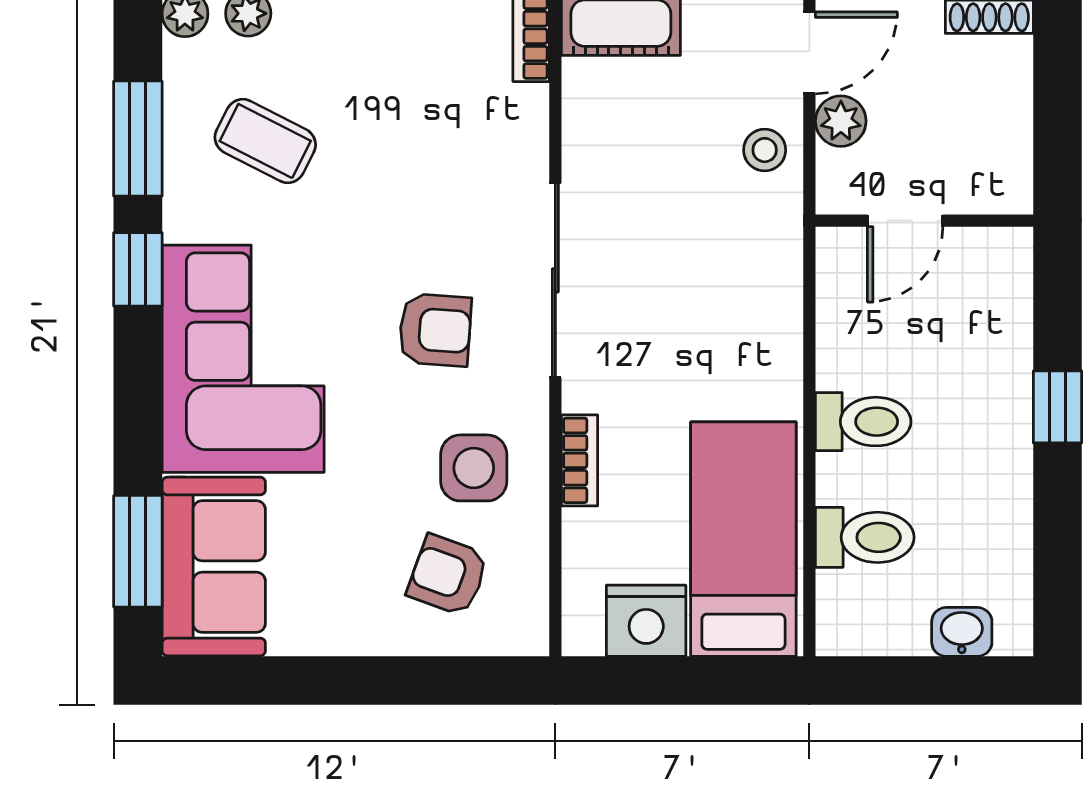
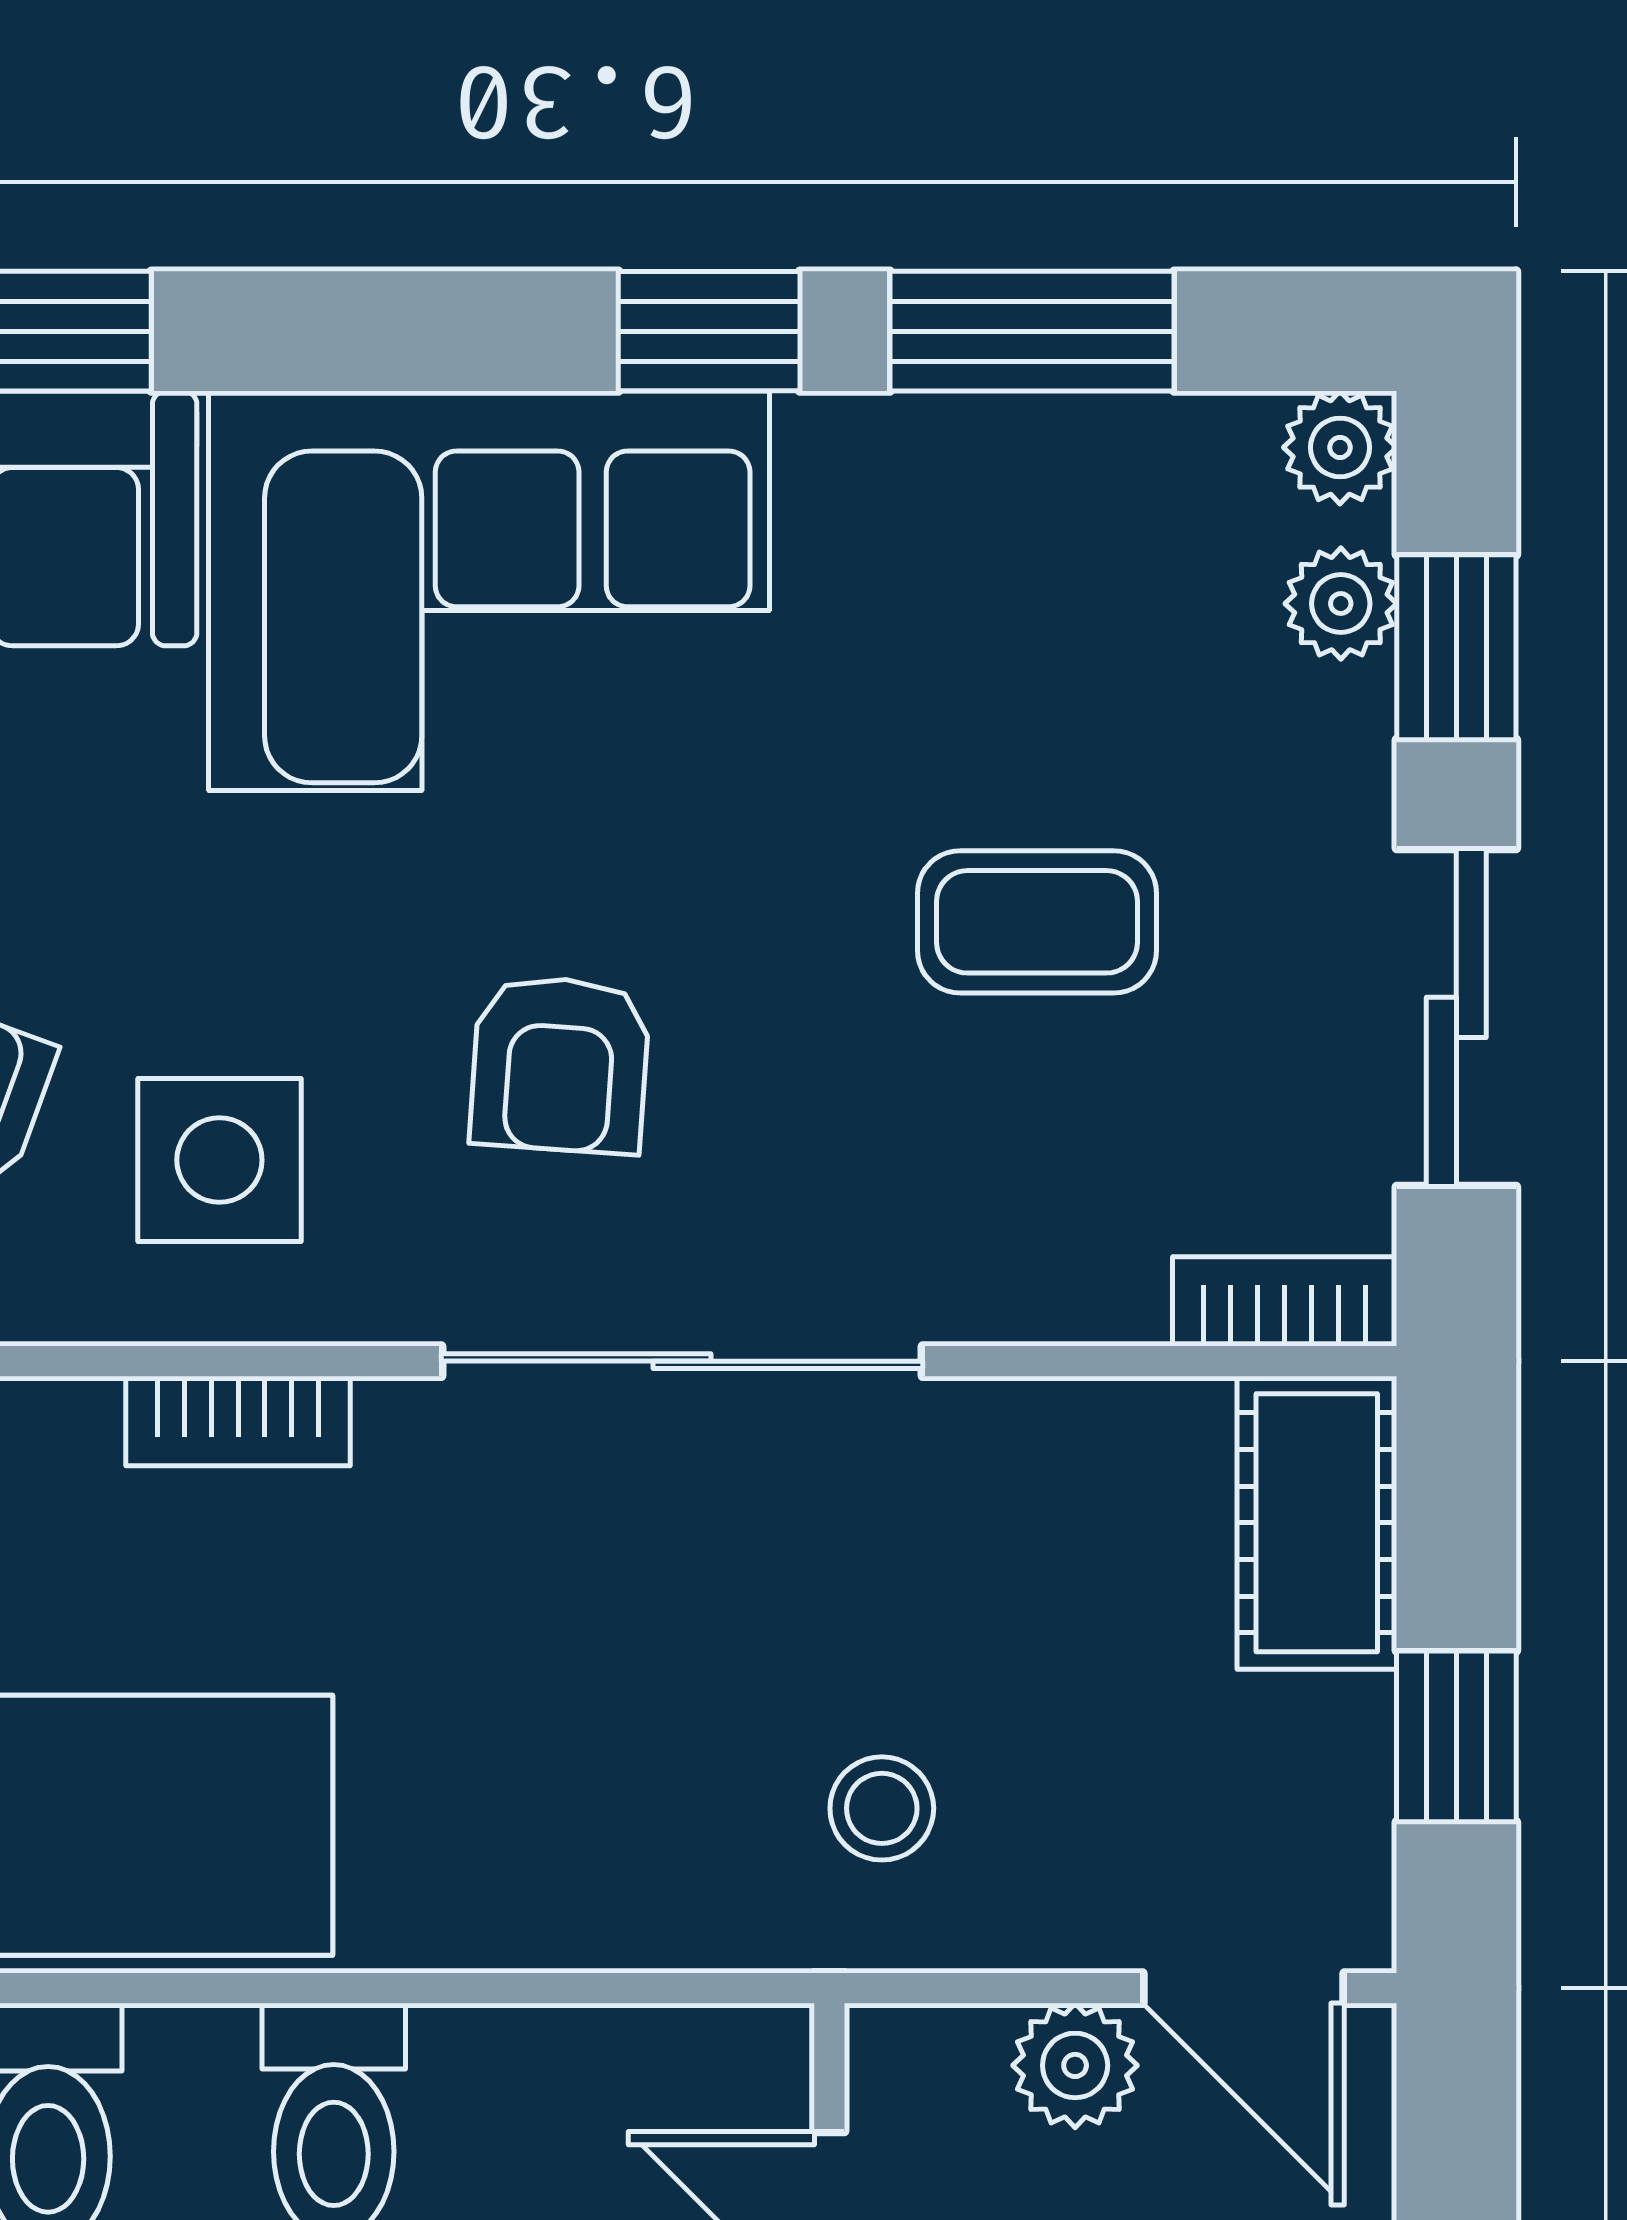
coffee table: (265, 141) -> (1037, 922), moved, turned 63
stool: (765, 150) -> (882, 1808), moved

